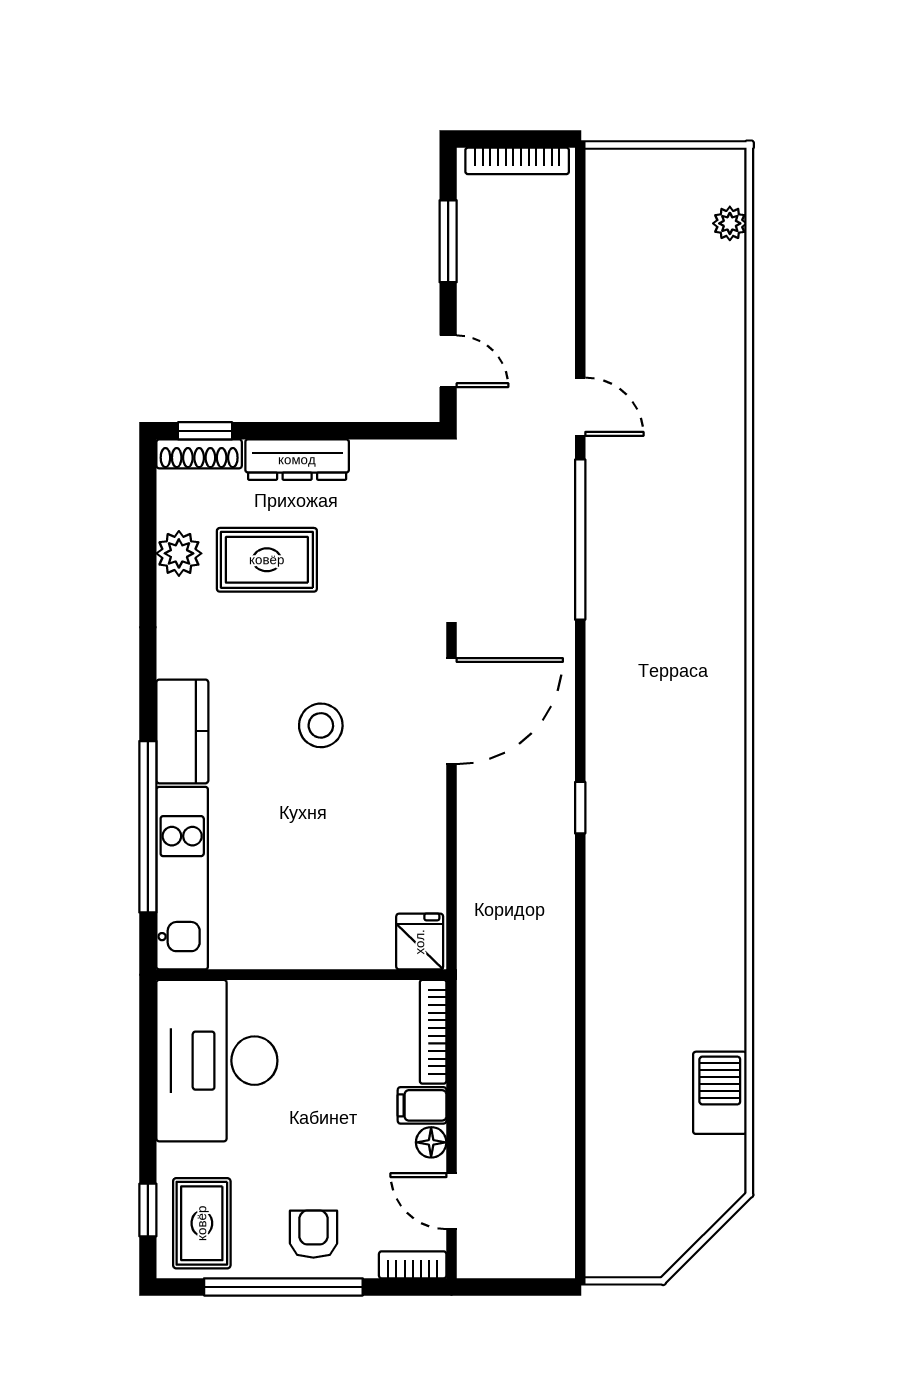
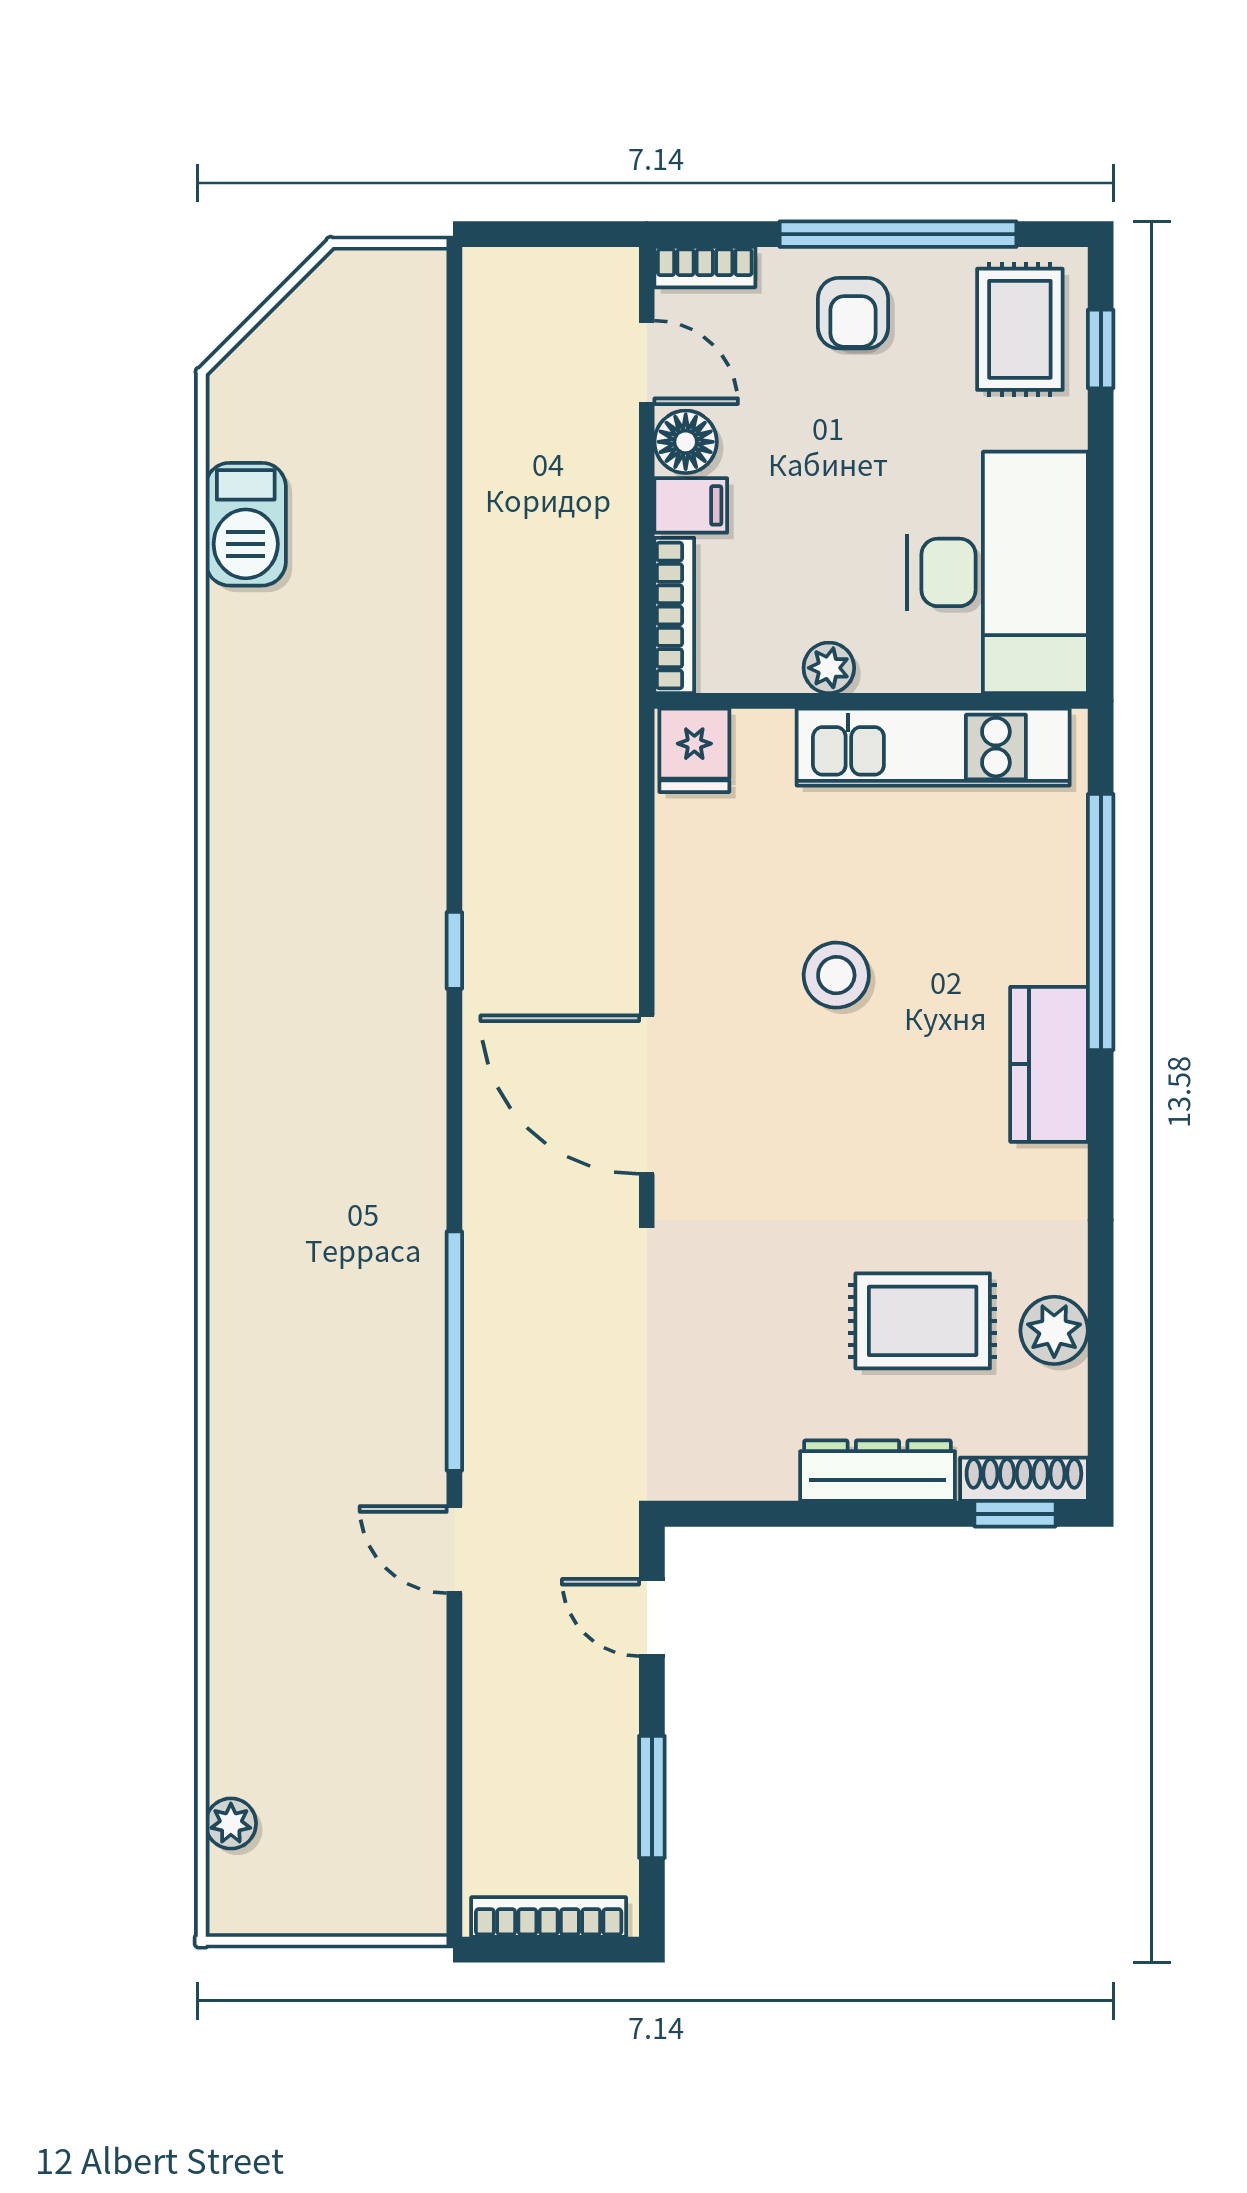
door: (452, 711) -> (647, 1095), hinge flipped
stool: (321, 725) -> (836, 975), moved
kitchen unit: (182, 878) -> (933, 747), moved, turned -90
plant: (330, 997) -> (829, 668), added
floor lamp: (431, 1142) -> (686, 442), width x1.37, depth x1.37

